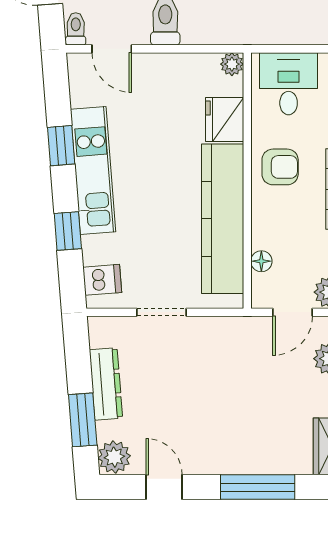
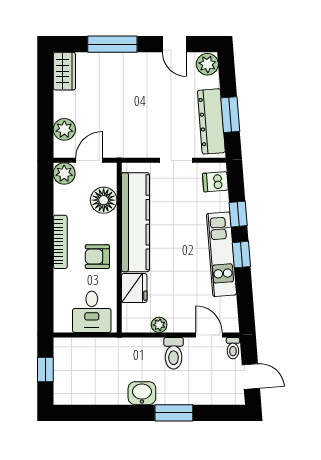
plant: (232, 64) -> (159, 325), moved
window: (61, 146) -> (241, 255), moved
floor lamp: (261, 261) -> (104, 200), width x1.89, depth x1.89
dresser: (106, 384) -> (211, 121), width x1.37, depth x1.24
window: (83, 420) -> (230, 115), moved

